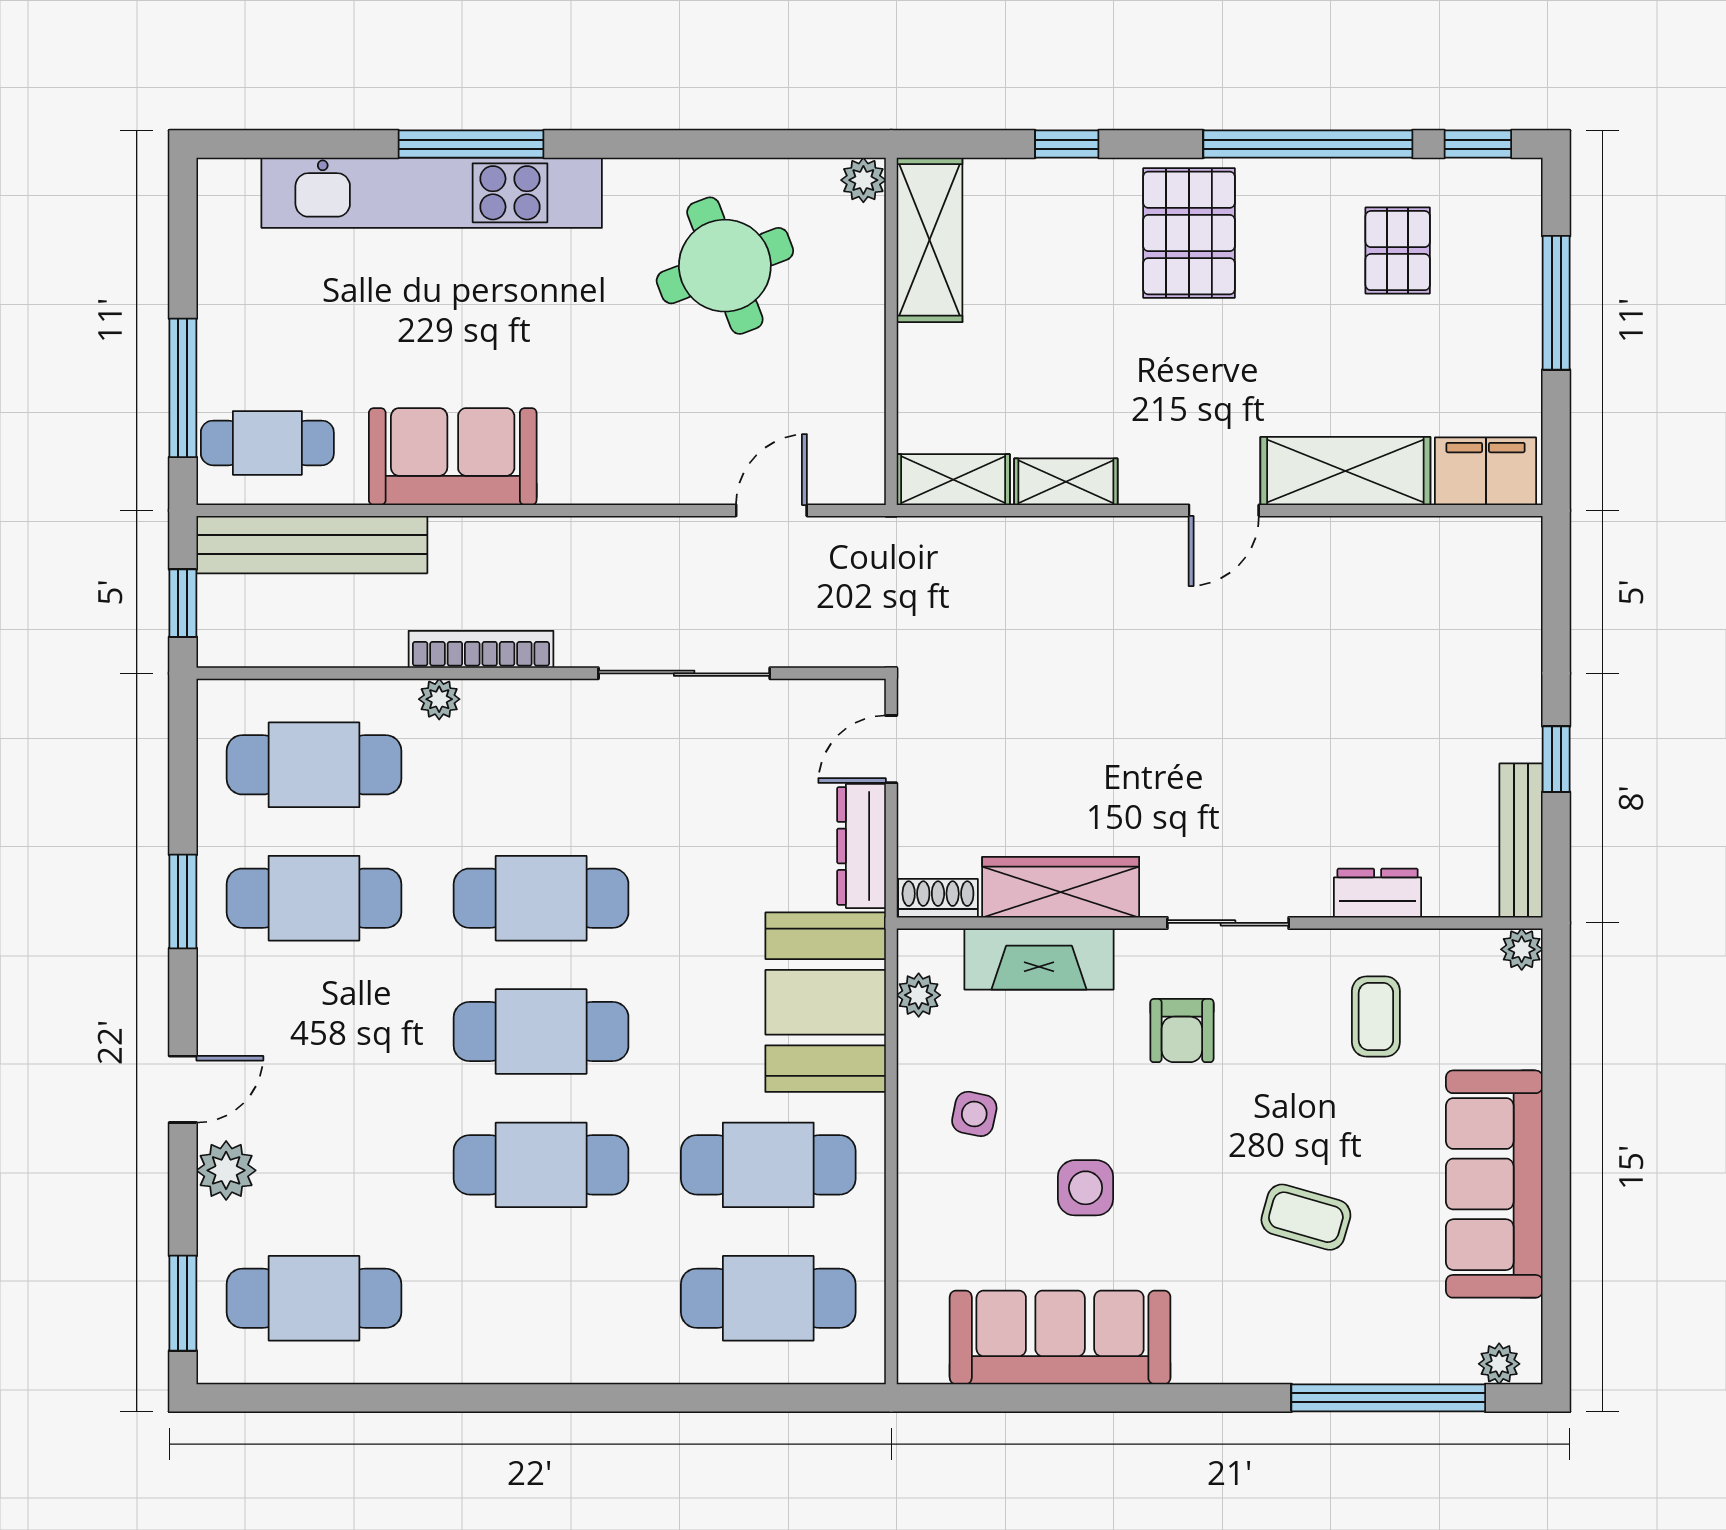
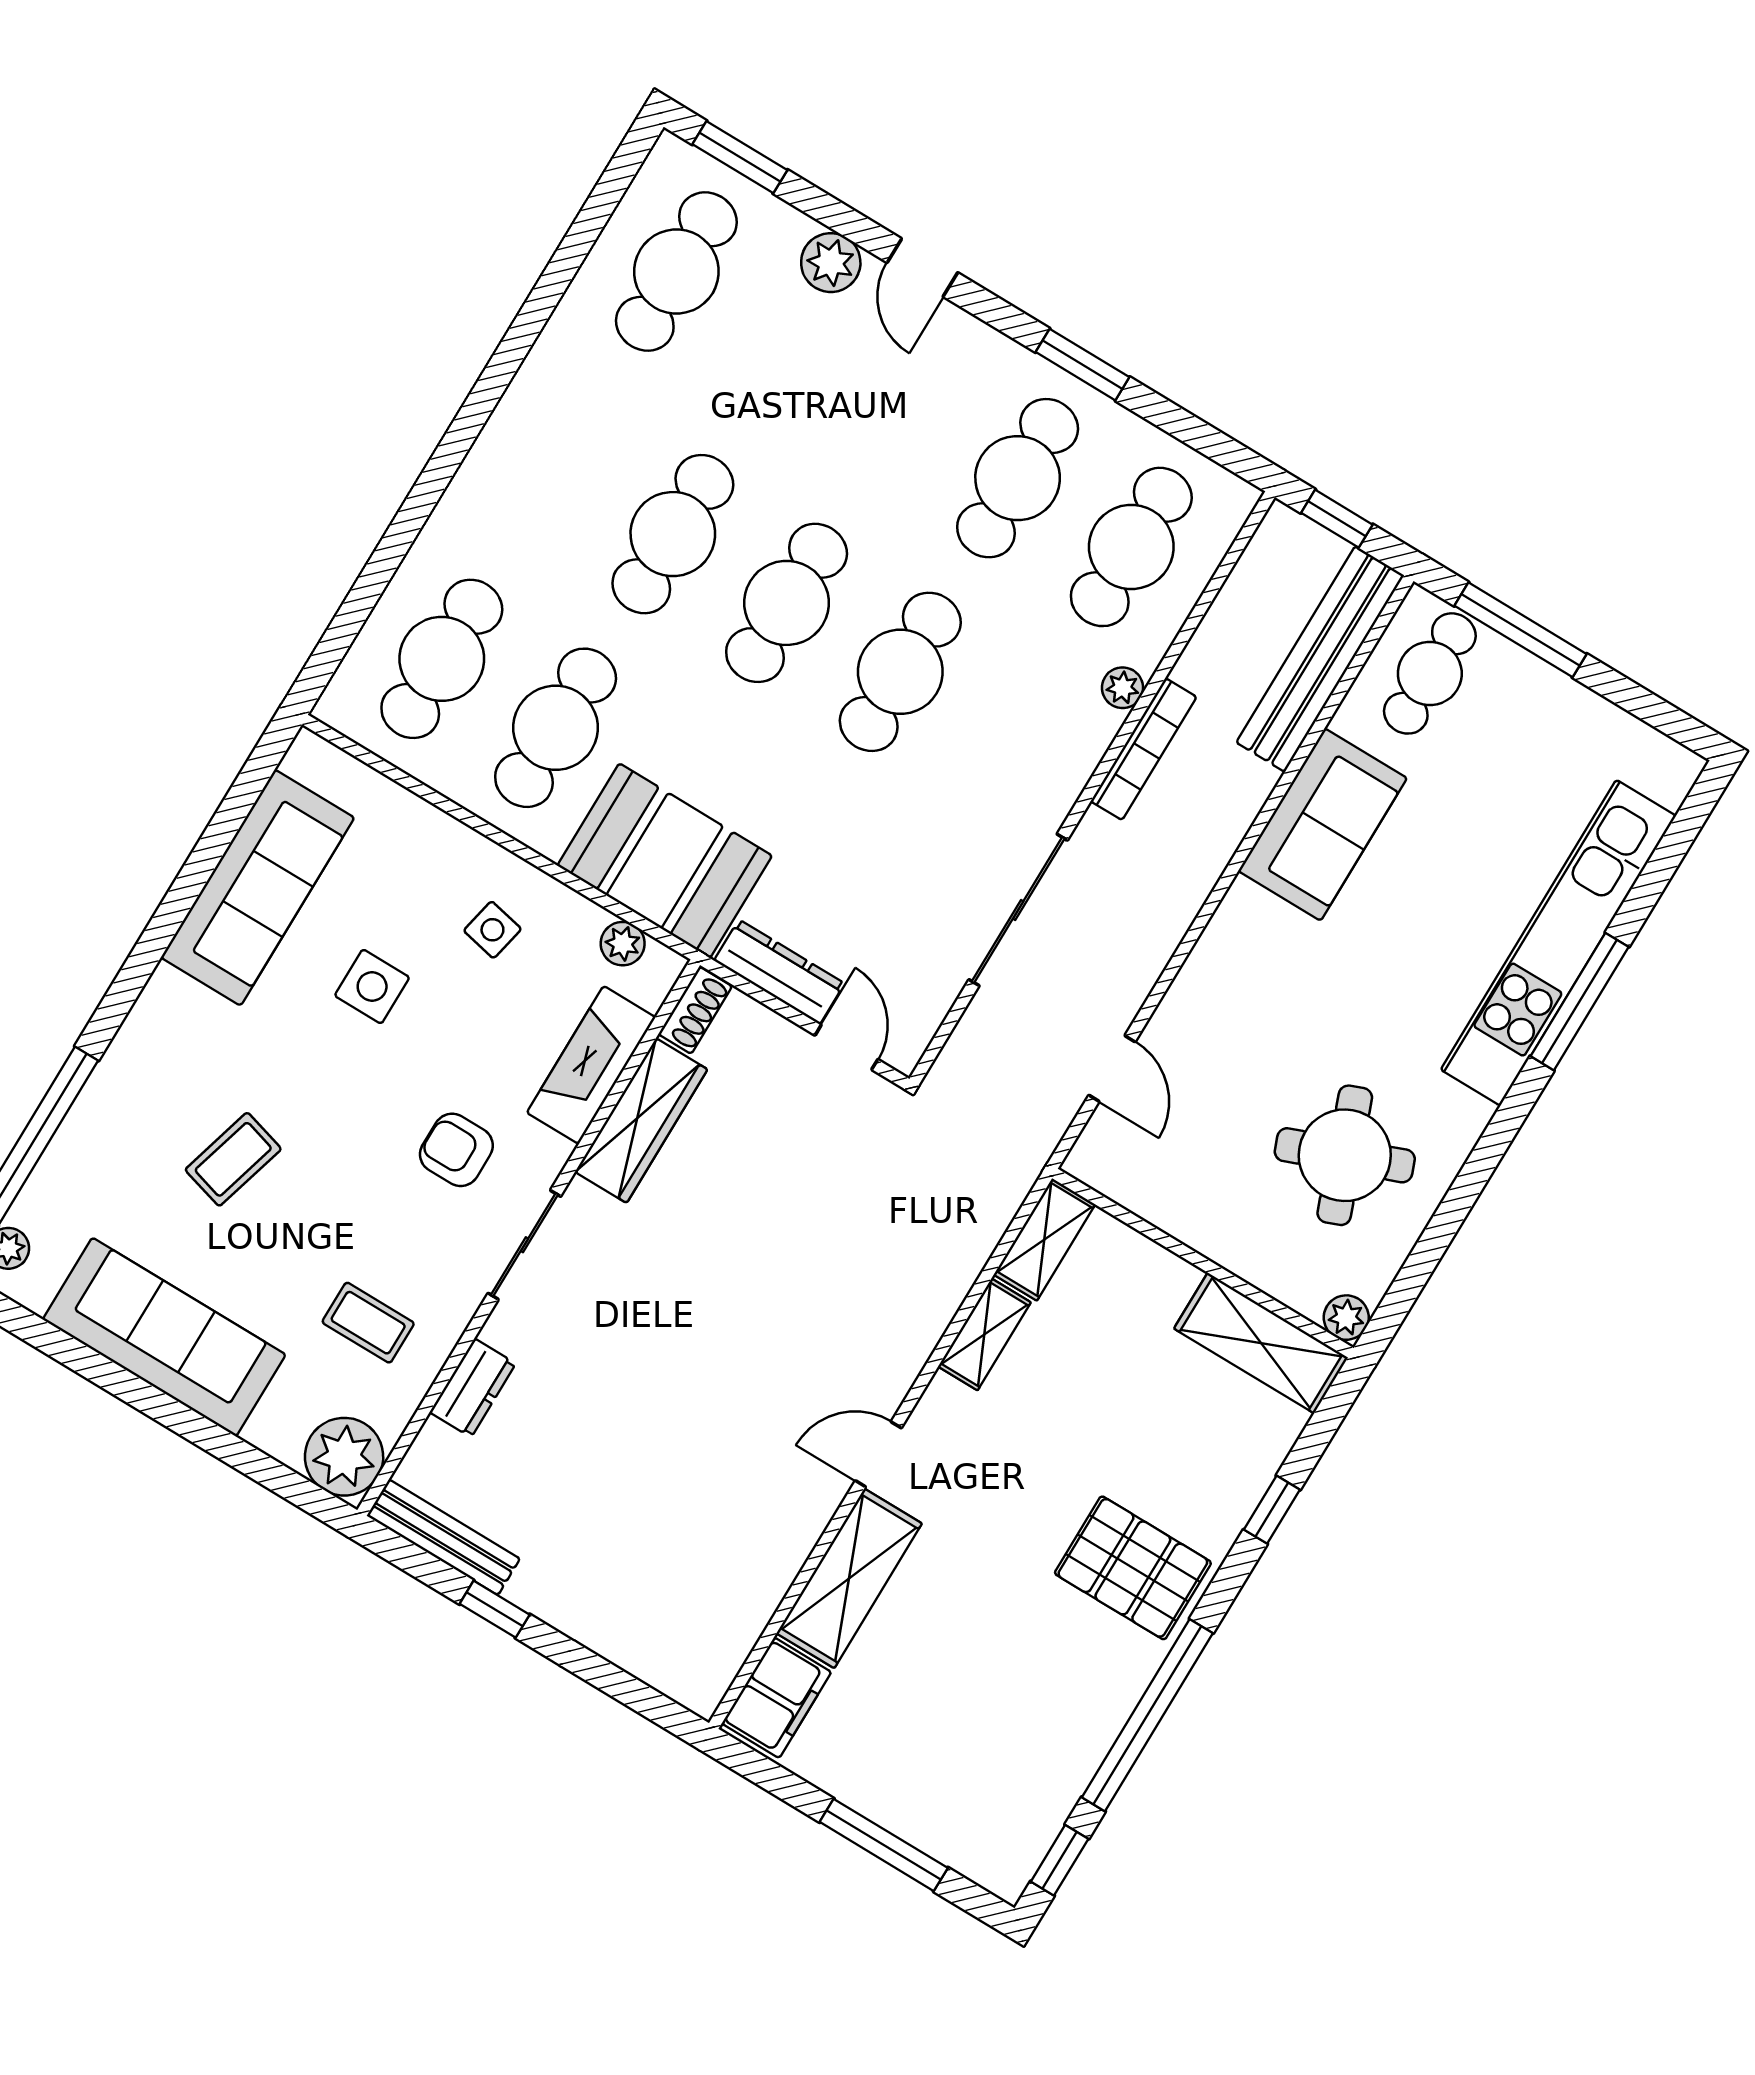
pallet: (1398, 251) -> (1010, 1737), removed
door: (1224, 510) -> (878, 1454), hinge flipped
plant: (1522, 949) -> (344, 1457), width x1.88, depth x1.88

